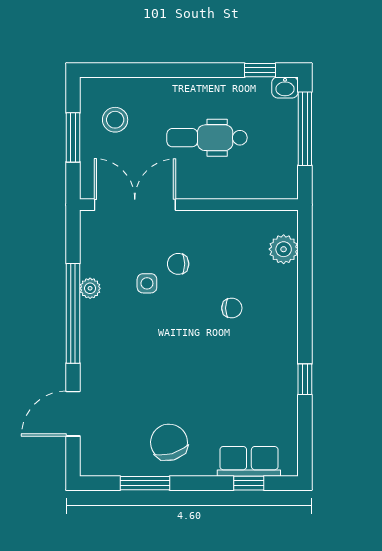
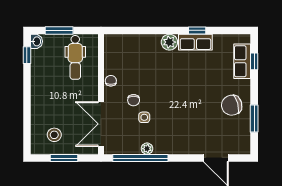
window: (305, 129) -> (59, 30), width x0.69
dental chair: (207, 138) -> (75, 57), moved
plant: (284, 249) -> (169, 42), moved
chair: (232, 308) -> (111, 81), moved
window: (73, 313) -> (140, 158), moved
row of seats: (284, 376) -> (195, 42), added

